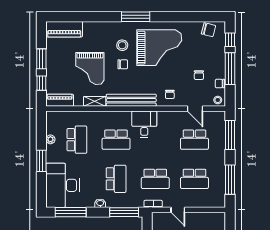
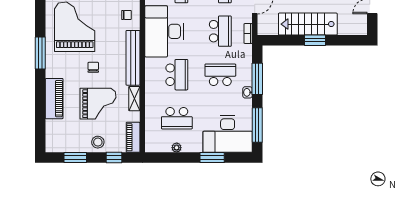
piano: (64, 29) -> (54, 99), moved
stool: (122, 45) -> (98, 142), moved
window: (41, 59) -> (75, 158), moved
desk: (144, 124) -> (164, 31), width x1.87, depth x1.30
school desk: (77, 140) -> (177, 118), turned 180
window: (41, 161) -> (212, 158), moved
window: (124, 212) -> (257, 79), moved

